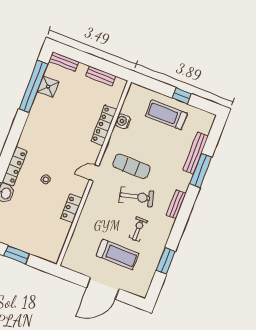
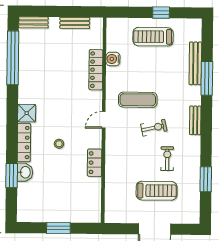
shower: (48, 87) -> (27, 113), moved
exercise bike: (136, 197) -> (154, 128), width x0.73, depth x0.72

